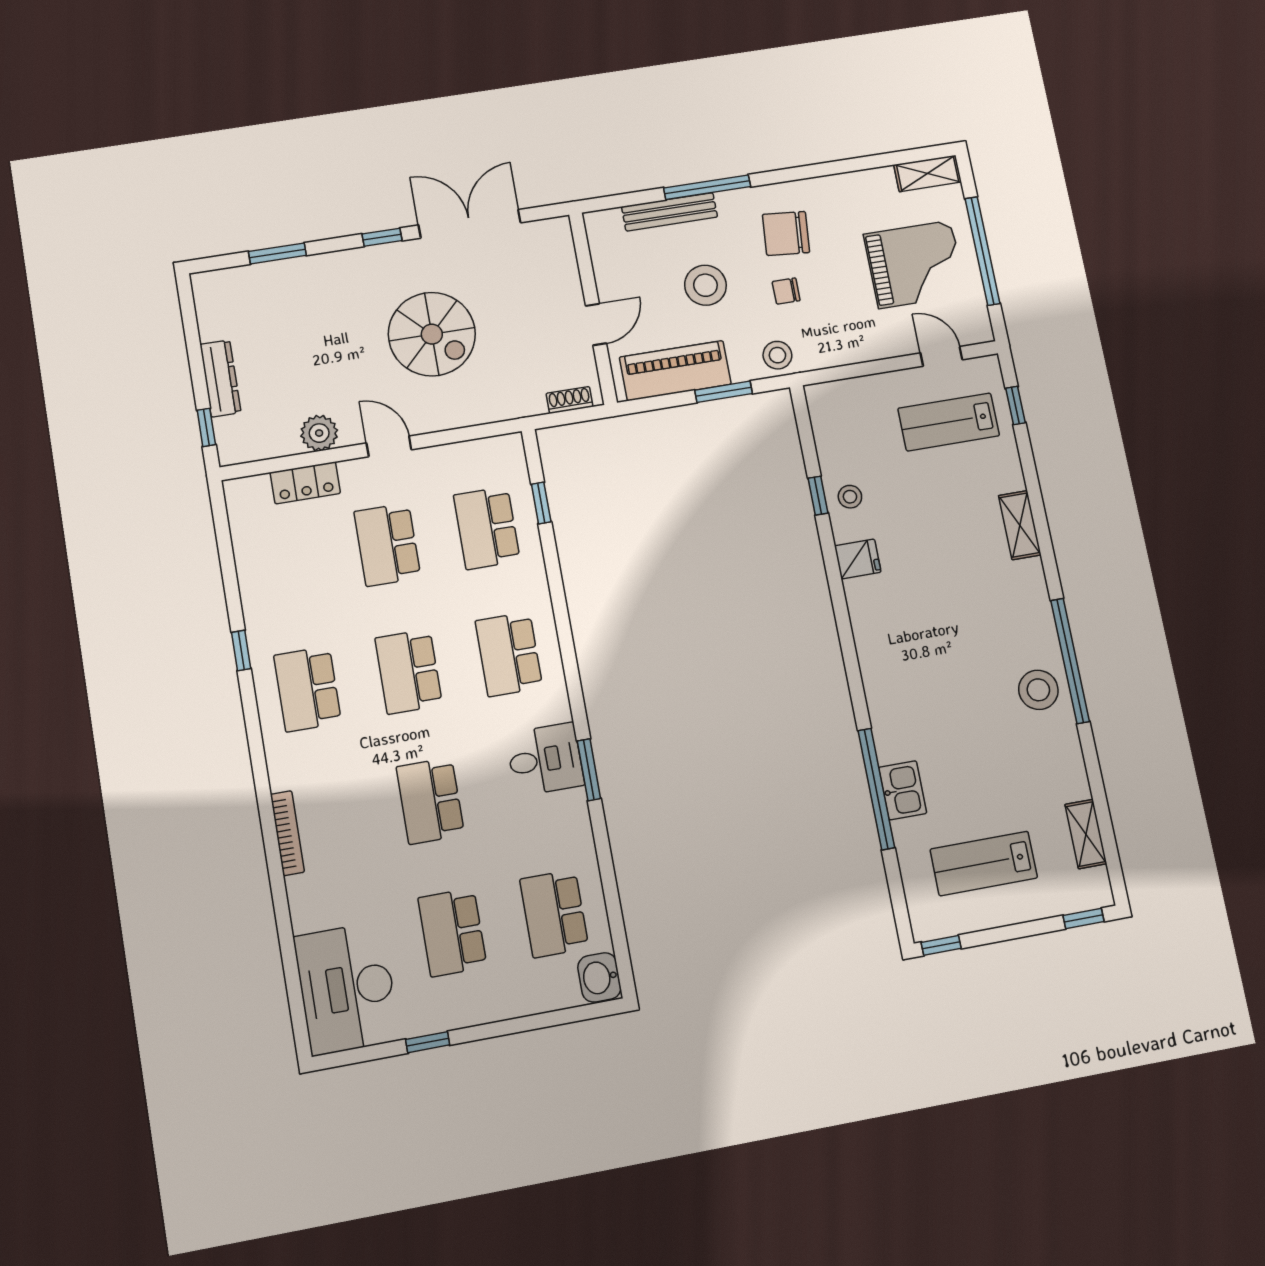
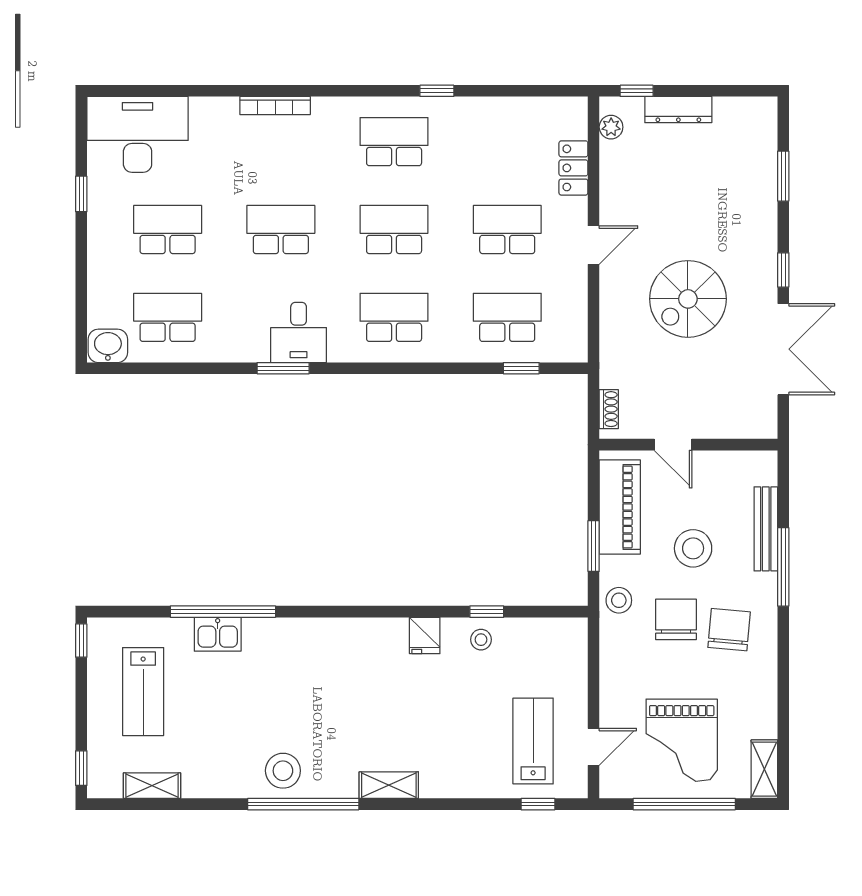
chair: (786, 291) -> (676, 619), width x1.87, depth x1.87
plant: (319, 433) -> (611, 127), moved, width x0.73, depth x0.73
shelving: (1020, 525) -> (389, 785), moved
lab bench: (984, 863) -> (143, 692), turned 180

